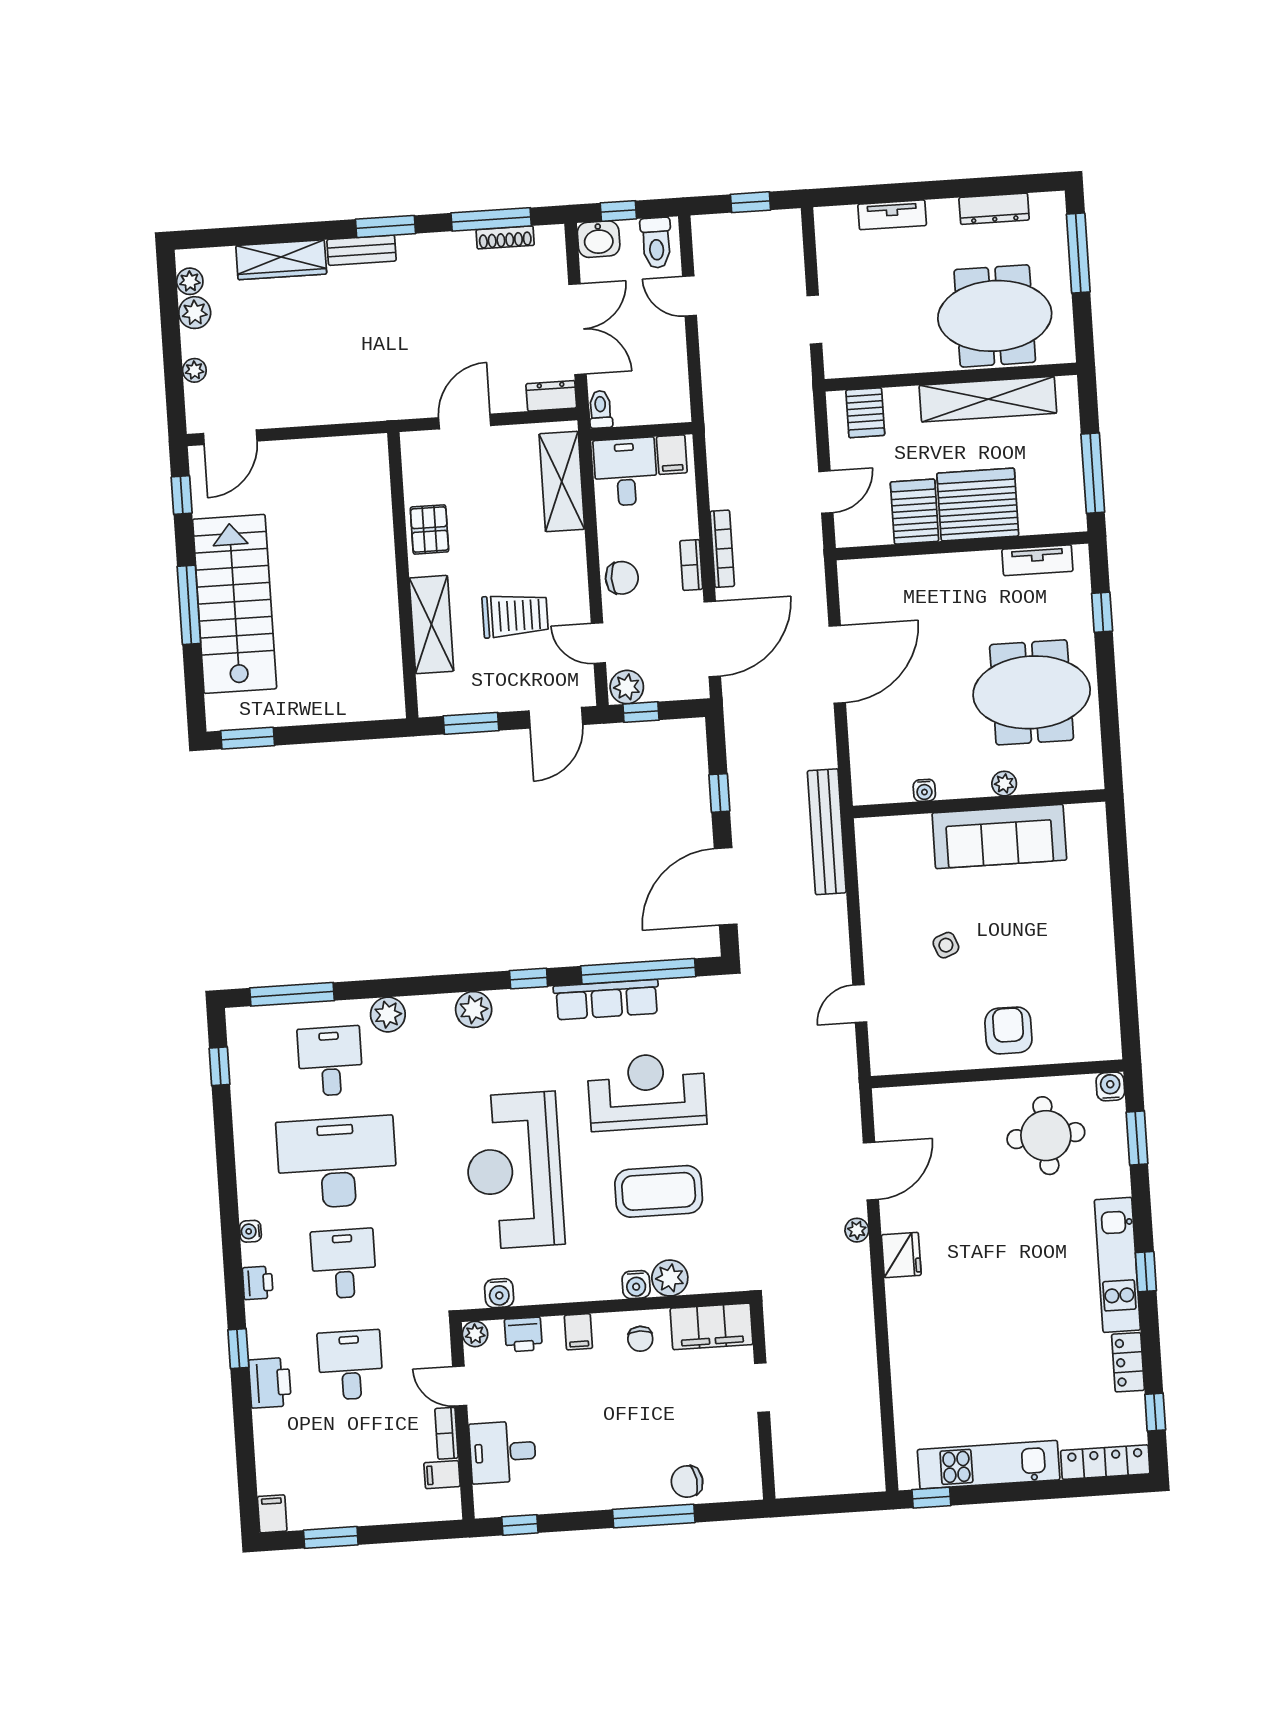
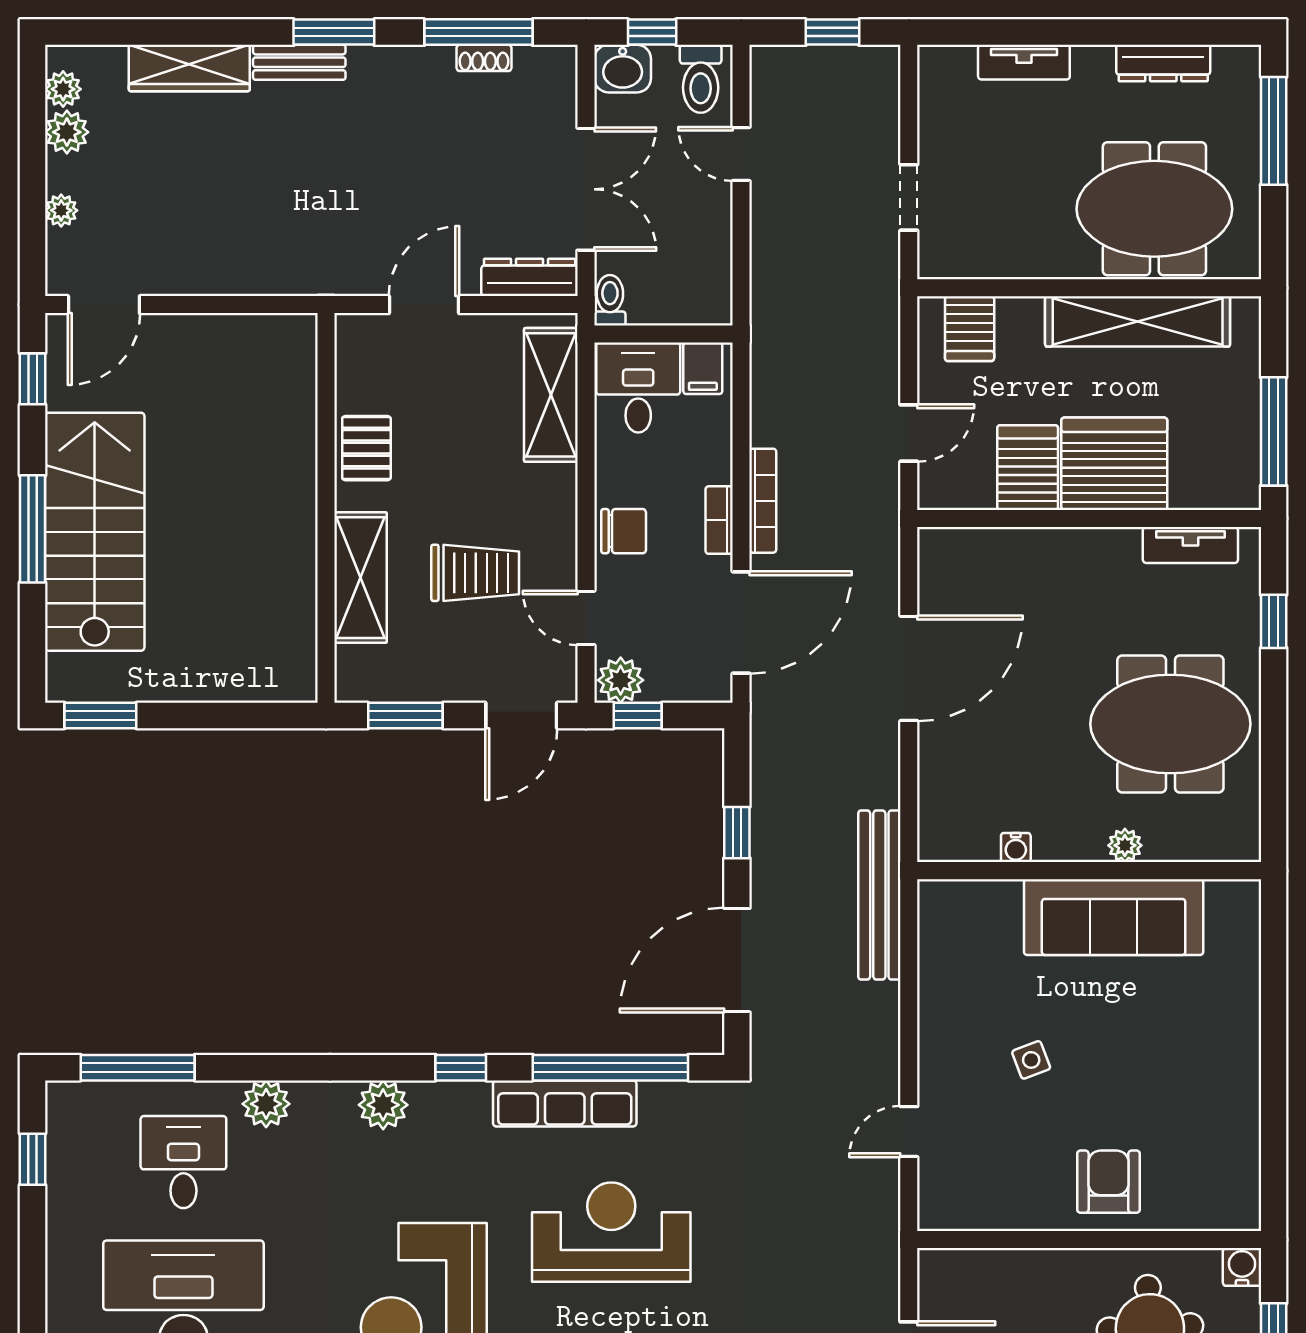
shoe rack: (505, 237) -> (484, 58), width x0.70
dresser: (551, 396) -> (530, 277), width x1.44

